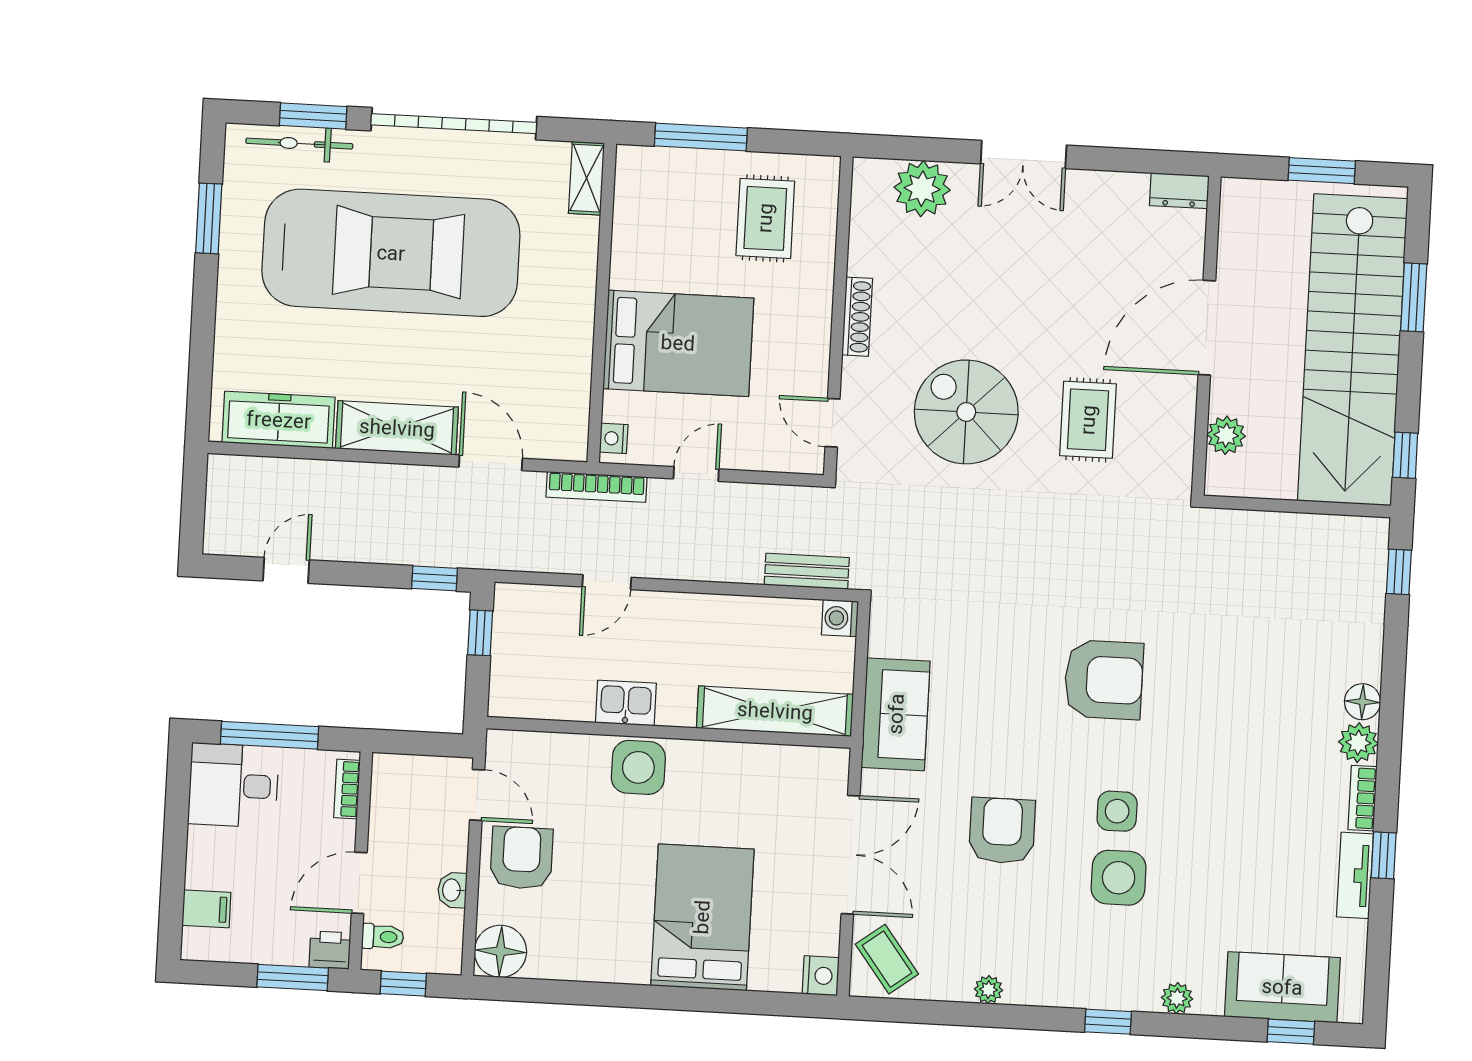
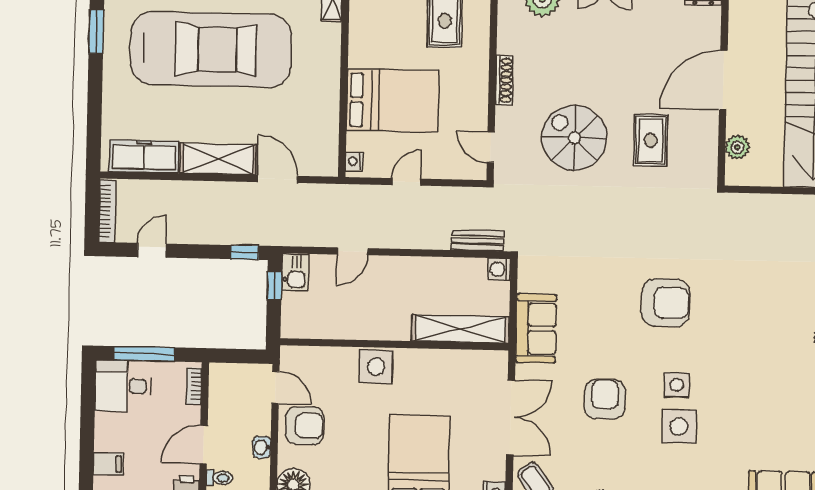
bookcase: (597, 487) -> (107, 211), moved, turned -90
kitchen sink: (626, 703) -> (295, 272), moved, turned 90
armchair: (521, 858) -> (305, 426), turned 90

